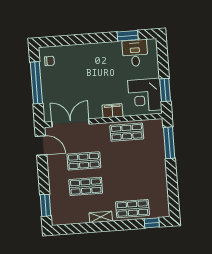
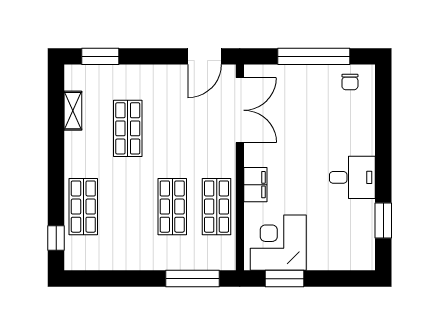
desk: (135, 53) -> (352, 177), moved
shop shelf: (84, 161) -> (172, 207), moved
shelving: (101, 217) -> (73, 111), moved

